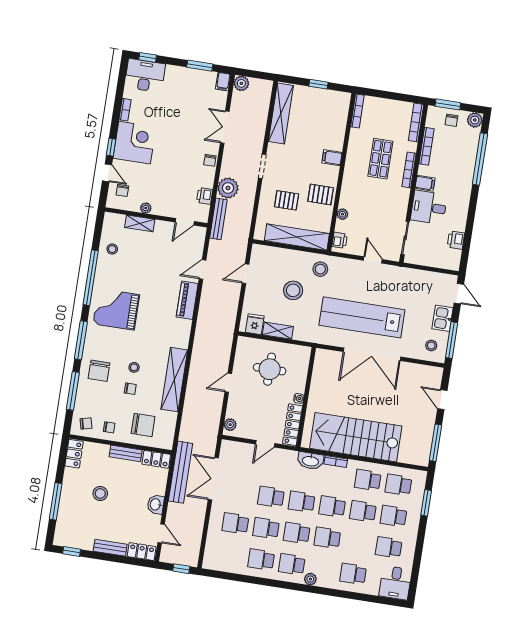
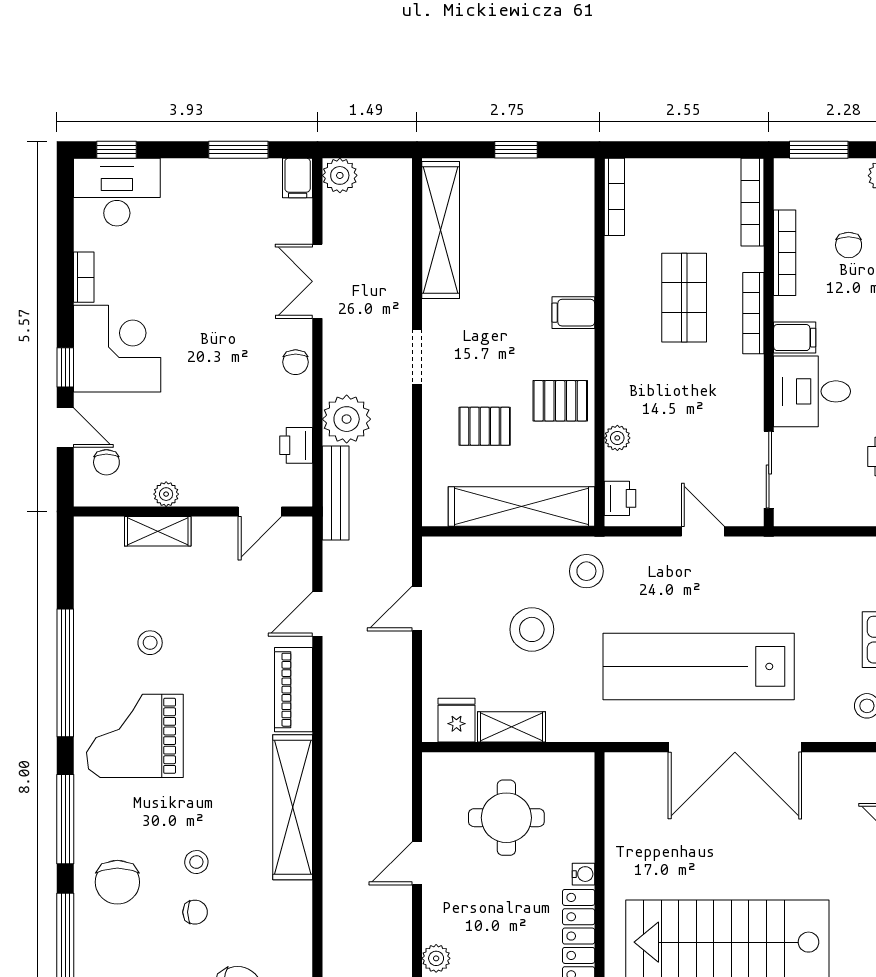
chair: (452, 120) -> (849, 245), moved
stool: (112, 249) -> (150, 643), moved
shelving: (174, 380) -> (293, 807), moved

